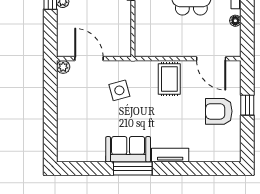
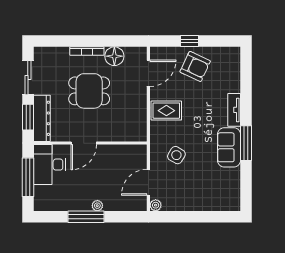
floor lamp: (235, 21) -> (114, 56), width x1.89, depth x1.89
side table: (119, 90) -> (176, 155), turned 45
armchair: (219, 111) -> (195, 66), turned -65

